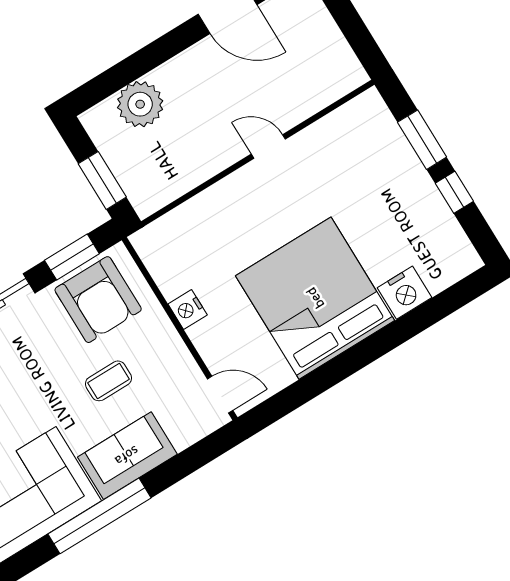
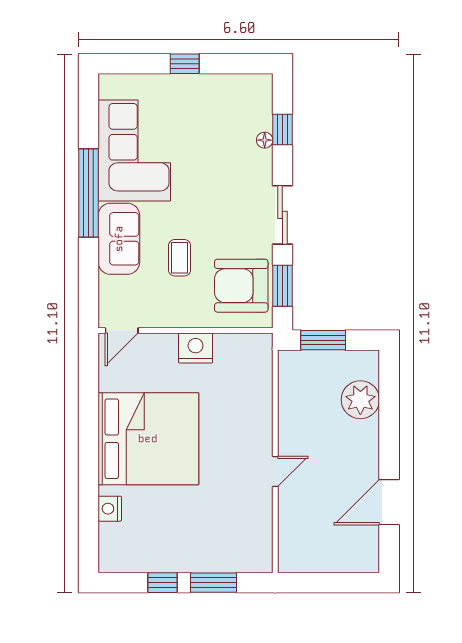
nightstand: (405, 293) -> (110, 509), width x0.74, depth x0.75
nightstand: (188, 309) -> (196, 348), width x1.36, depth x1.33

